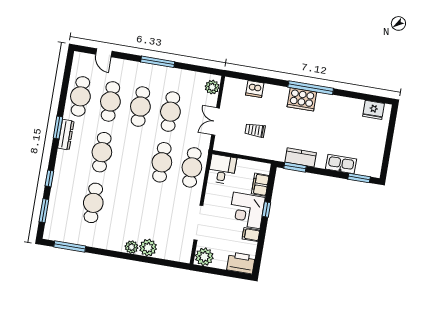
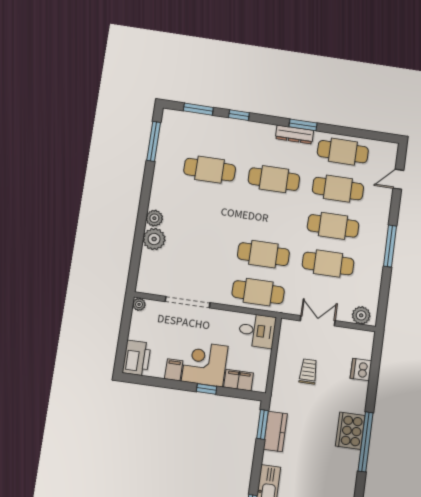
plant: (204, 257) -> (139, 304), width x0.53, depth x0.53

